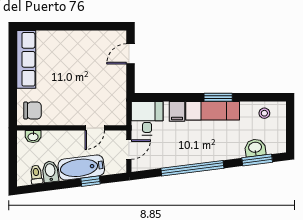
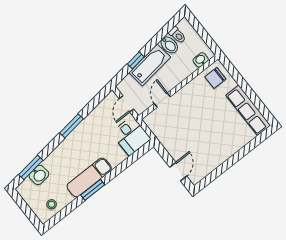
filing cabinet: (177, 111) -> (114, 157), removed
window: (192, 168) -> (72, 126), width x0.47

